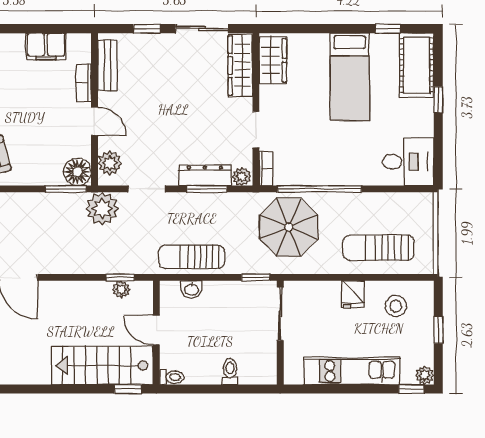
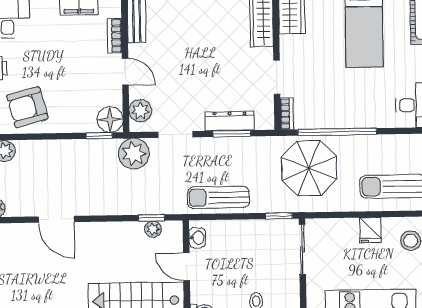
plant: (242, 177) -> (264, 121), removed
window: (66, 189) -> (99, 136), width x0.67
washbasin: (192, 289) -> (197, 238), moved, turned -90

